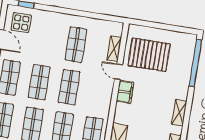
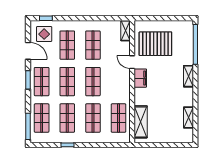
shop shelf: (46, 40) -> (67, 45), added
shelving: (114, 49) -> (125, 31), moved
shelving: (179, 113) -> (188, 76), moved

